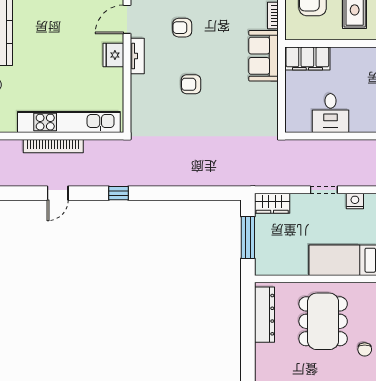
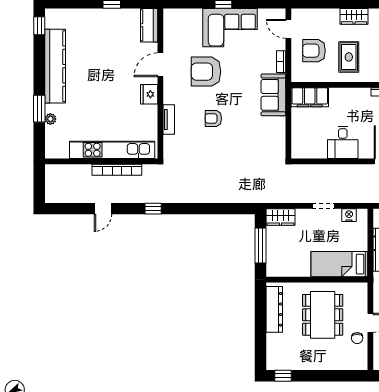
armchair: (182, 28) -> (206, 72), width x1.88, depth x1.88
tv unit: (137, 56) -> (169, 120), moved
desk: (331, 113) -> (343, 142), moved
bookcase: (53, 146) -> (117, 170), moved

